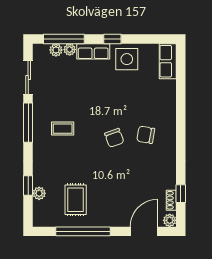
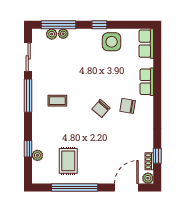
row of seats: (93, 51) -> (147, 82), moved, turned 90
chair: (114, 138) -> (101, 108), turned 61

